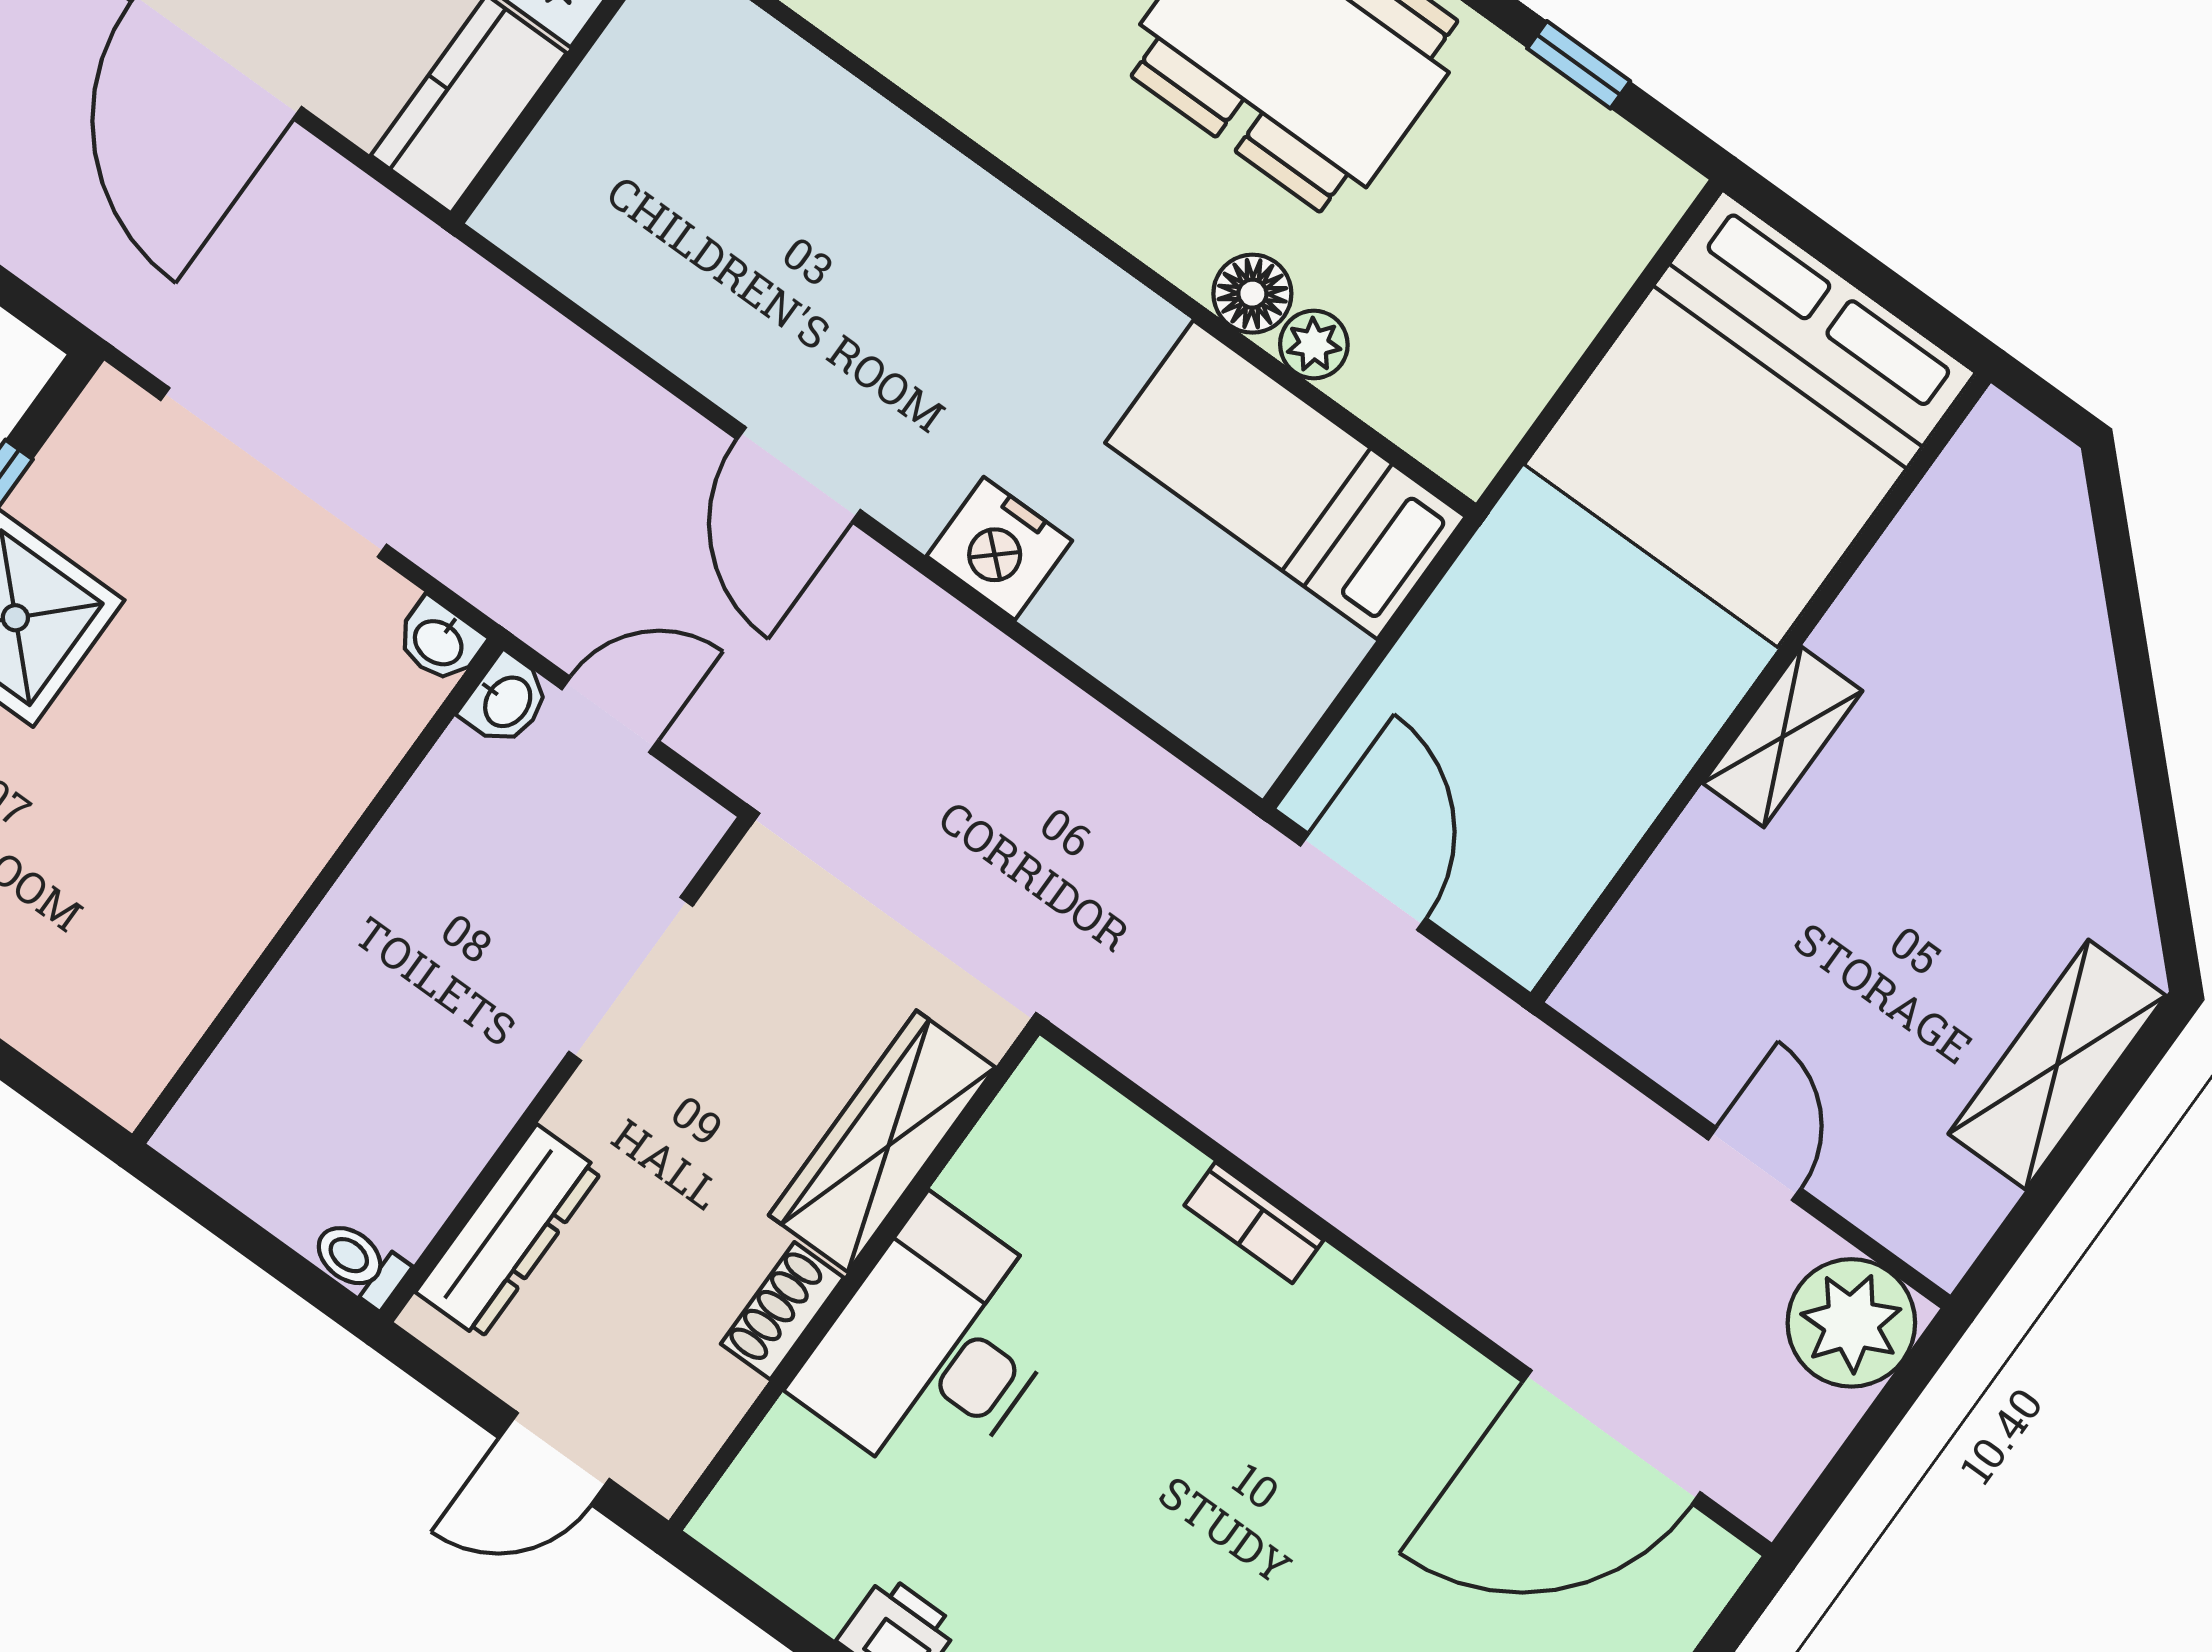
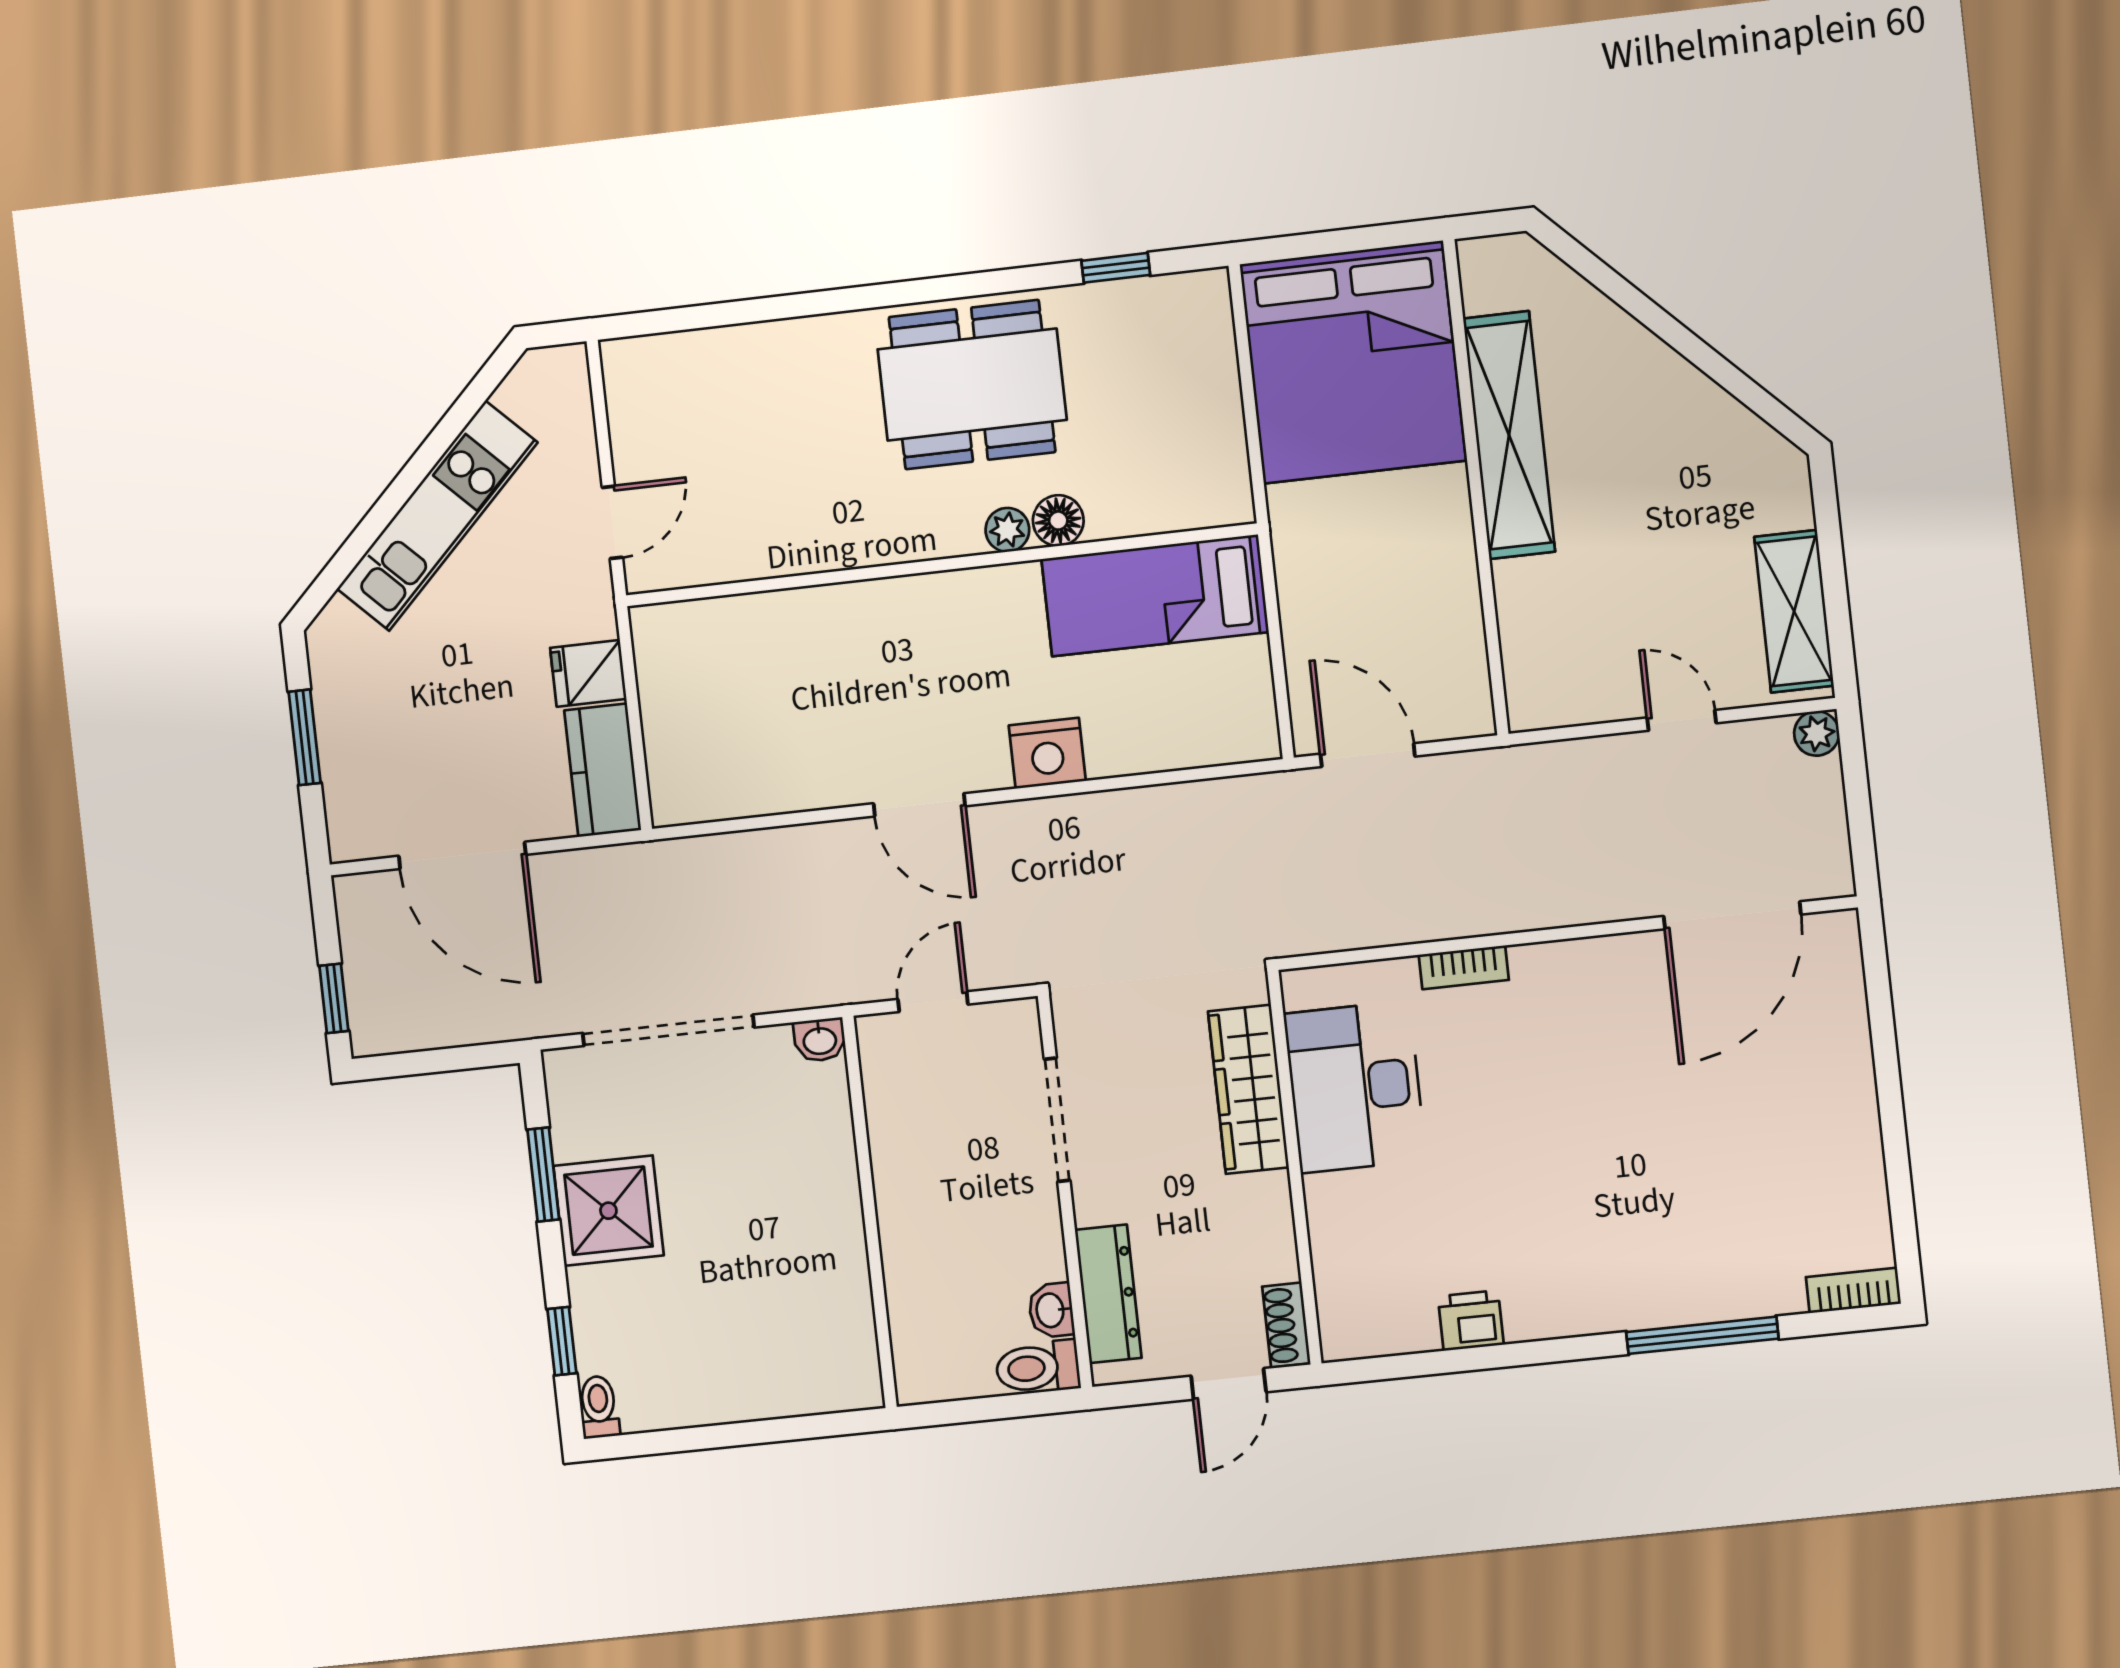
plant: (1314, 344) -> (1007, 530), moved
washbasin: (506, 701) -> (1051, 1310), moved, turned 180
shelving: (1782, 737) -> (1509, 435), width x2.20, depth x1.33
shelving: (2057, 1065) -> (1794, 611), moved
toilet: (359, 1263) -> (1038, 1367), width x1.37, depth x1.39
shoe rack: (782, 1311) -> (1286, 1325), moved
plant: (1851, 1323) -> (1817, 733), width x0.53, depth x0.53
desk: (935, 1347) -> (1355, 1087), moved

